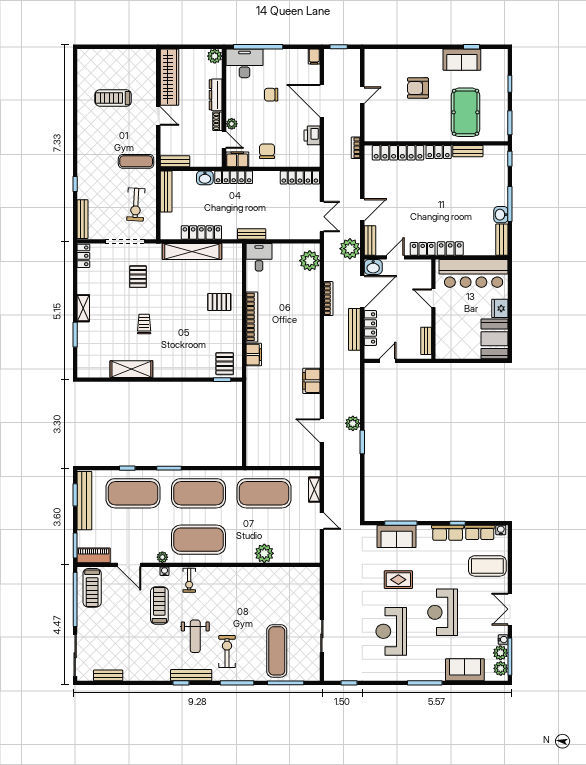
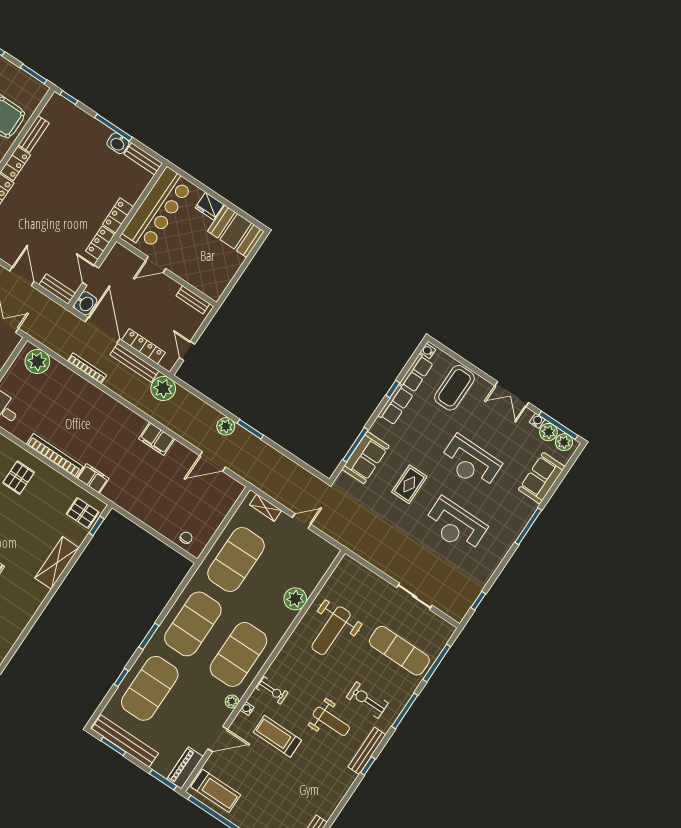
plant: (350, 249) -> (163, 388), moved
shelving: (131, 369) -> (57, 563), moved
chair: (256, 448) -> (186, 538), added
weight bench: (259, 593) -> (331, 631), added

